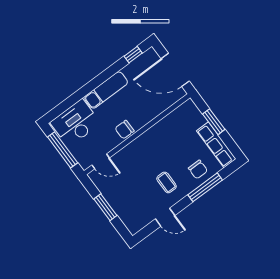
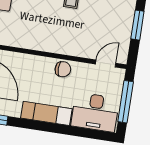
door: (101, 161) -> (106, 64), hinge flipped

